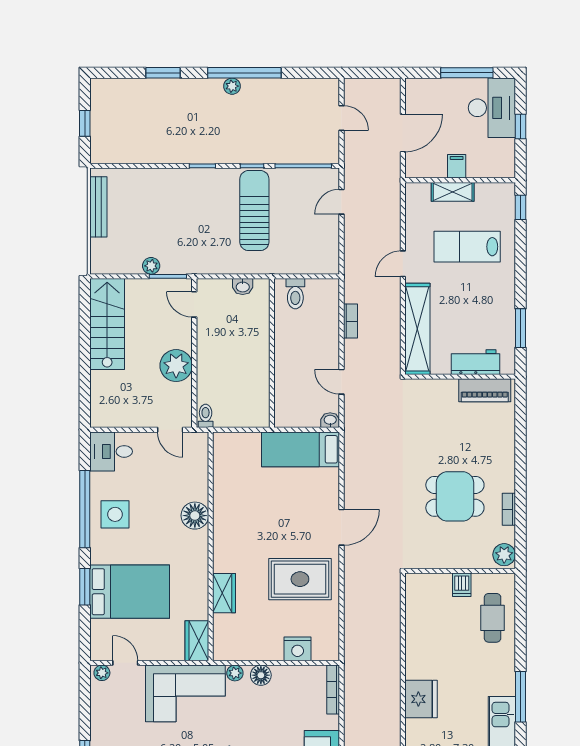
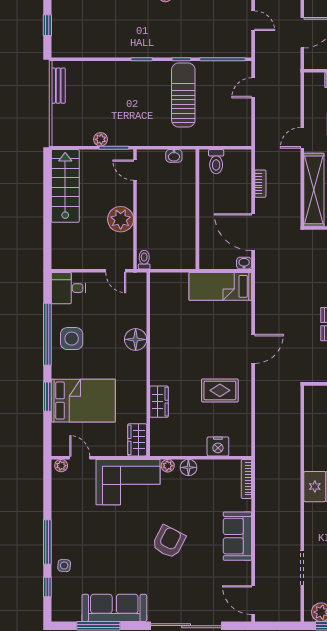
bench: (98, 207) -> (58, 86), width x0.73
door: (341, 382) -> (253, 232), width x1.87
rug: (300, 579) -> (220, 390), width x0.73, depth x0.70

